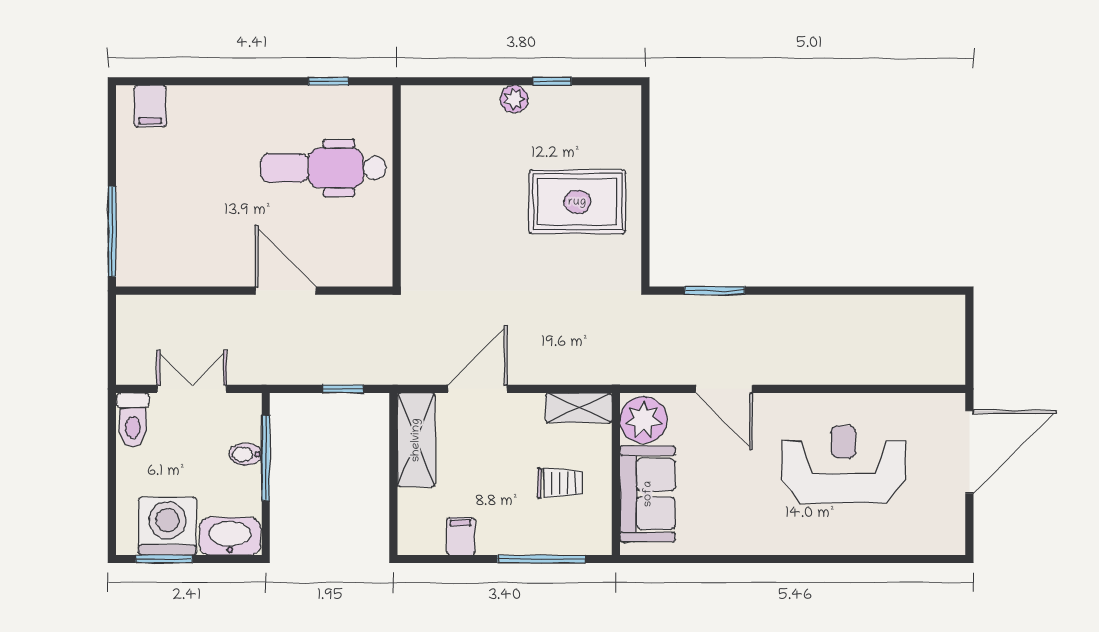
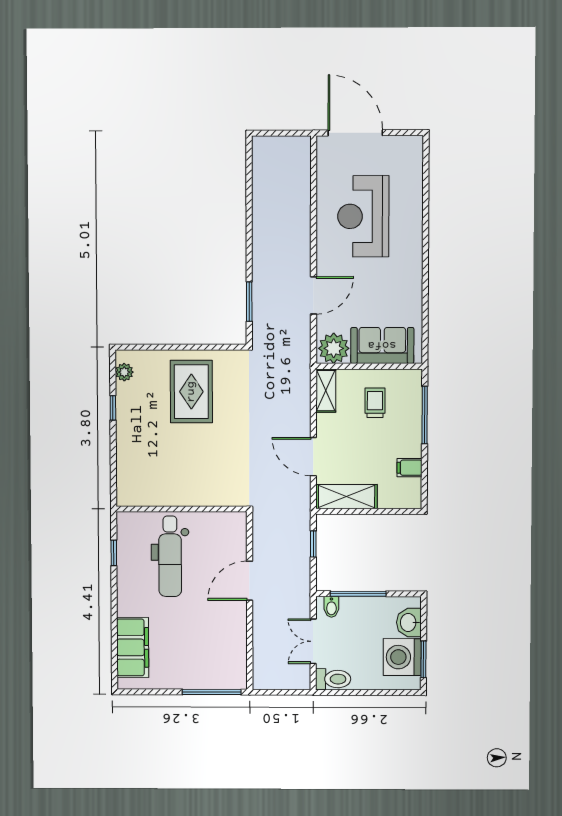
plant: (514, 99) -> (124, 372), moved
filing cabinet: (150, 106) -> (133, 647), width x3.00, depth x1.17
bidet: (245, 454) -> (331, 607), moved
washbasin: (230, 536) -> (409, 622), width x0.72

